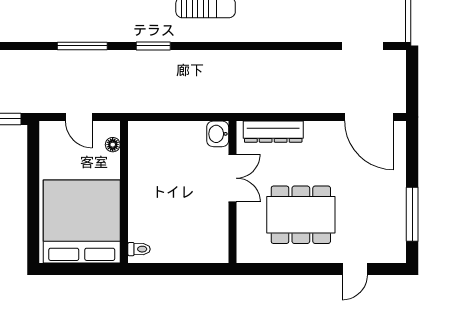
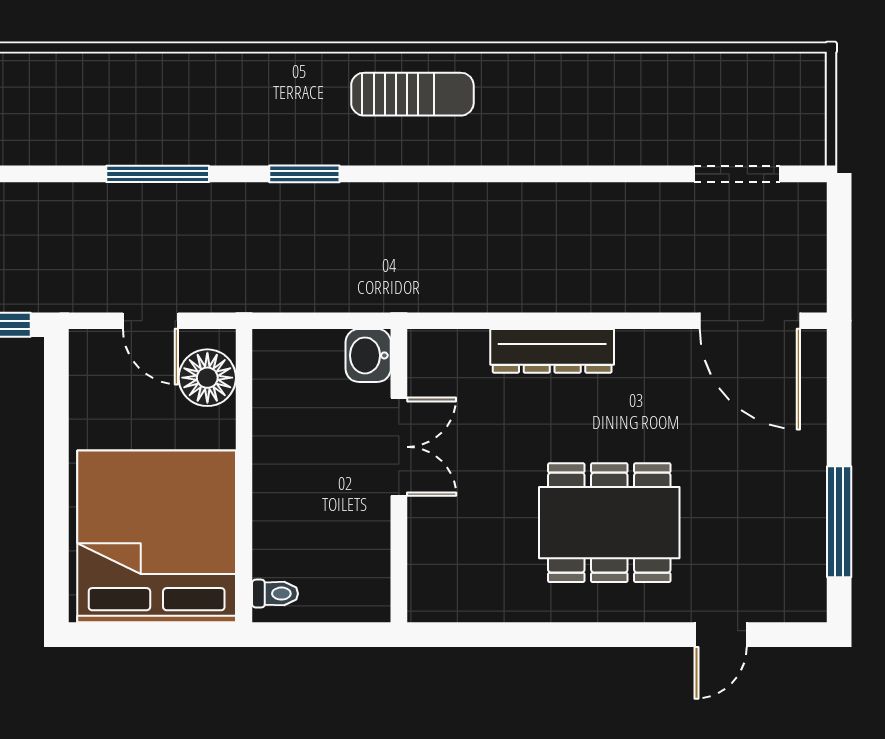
washbasin: (218, 134) -> (368, 355), moved
floor lamp: (113, 145) -> (207, 378), width x1.89, depth x1.89
double door: (233, 178) -> (399, 447), moved
wall: (233, 192) -> (399, 476), moved

